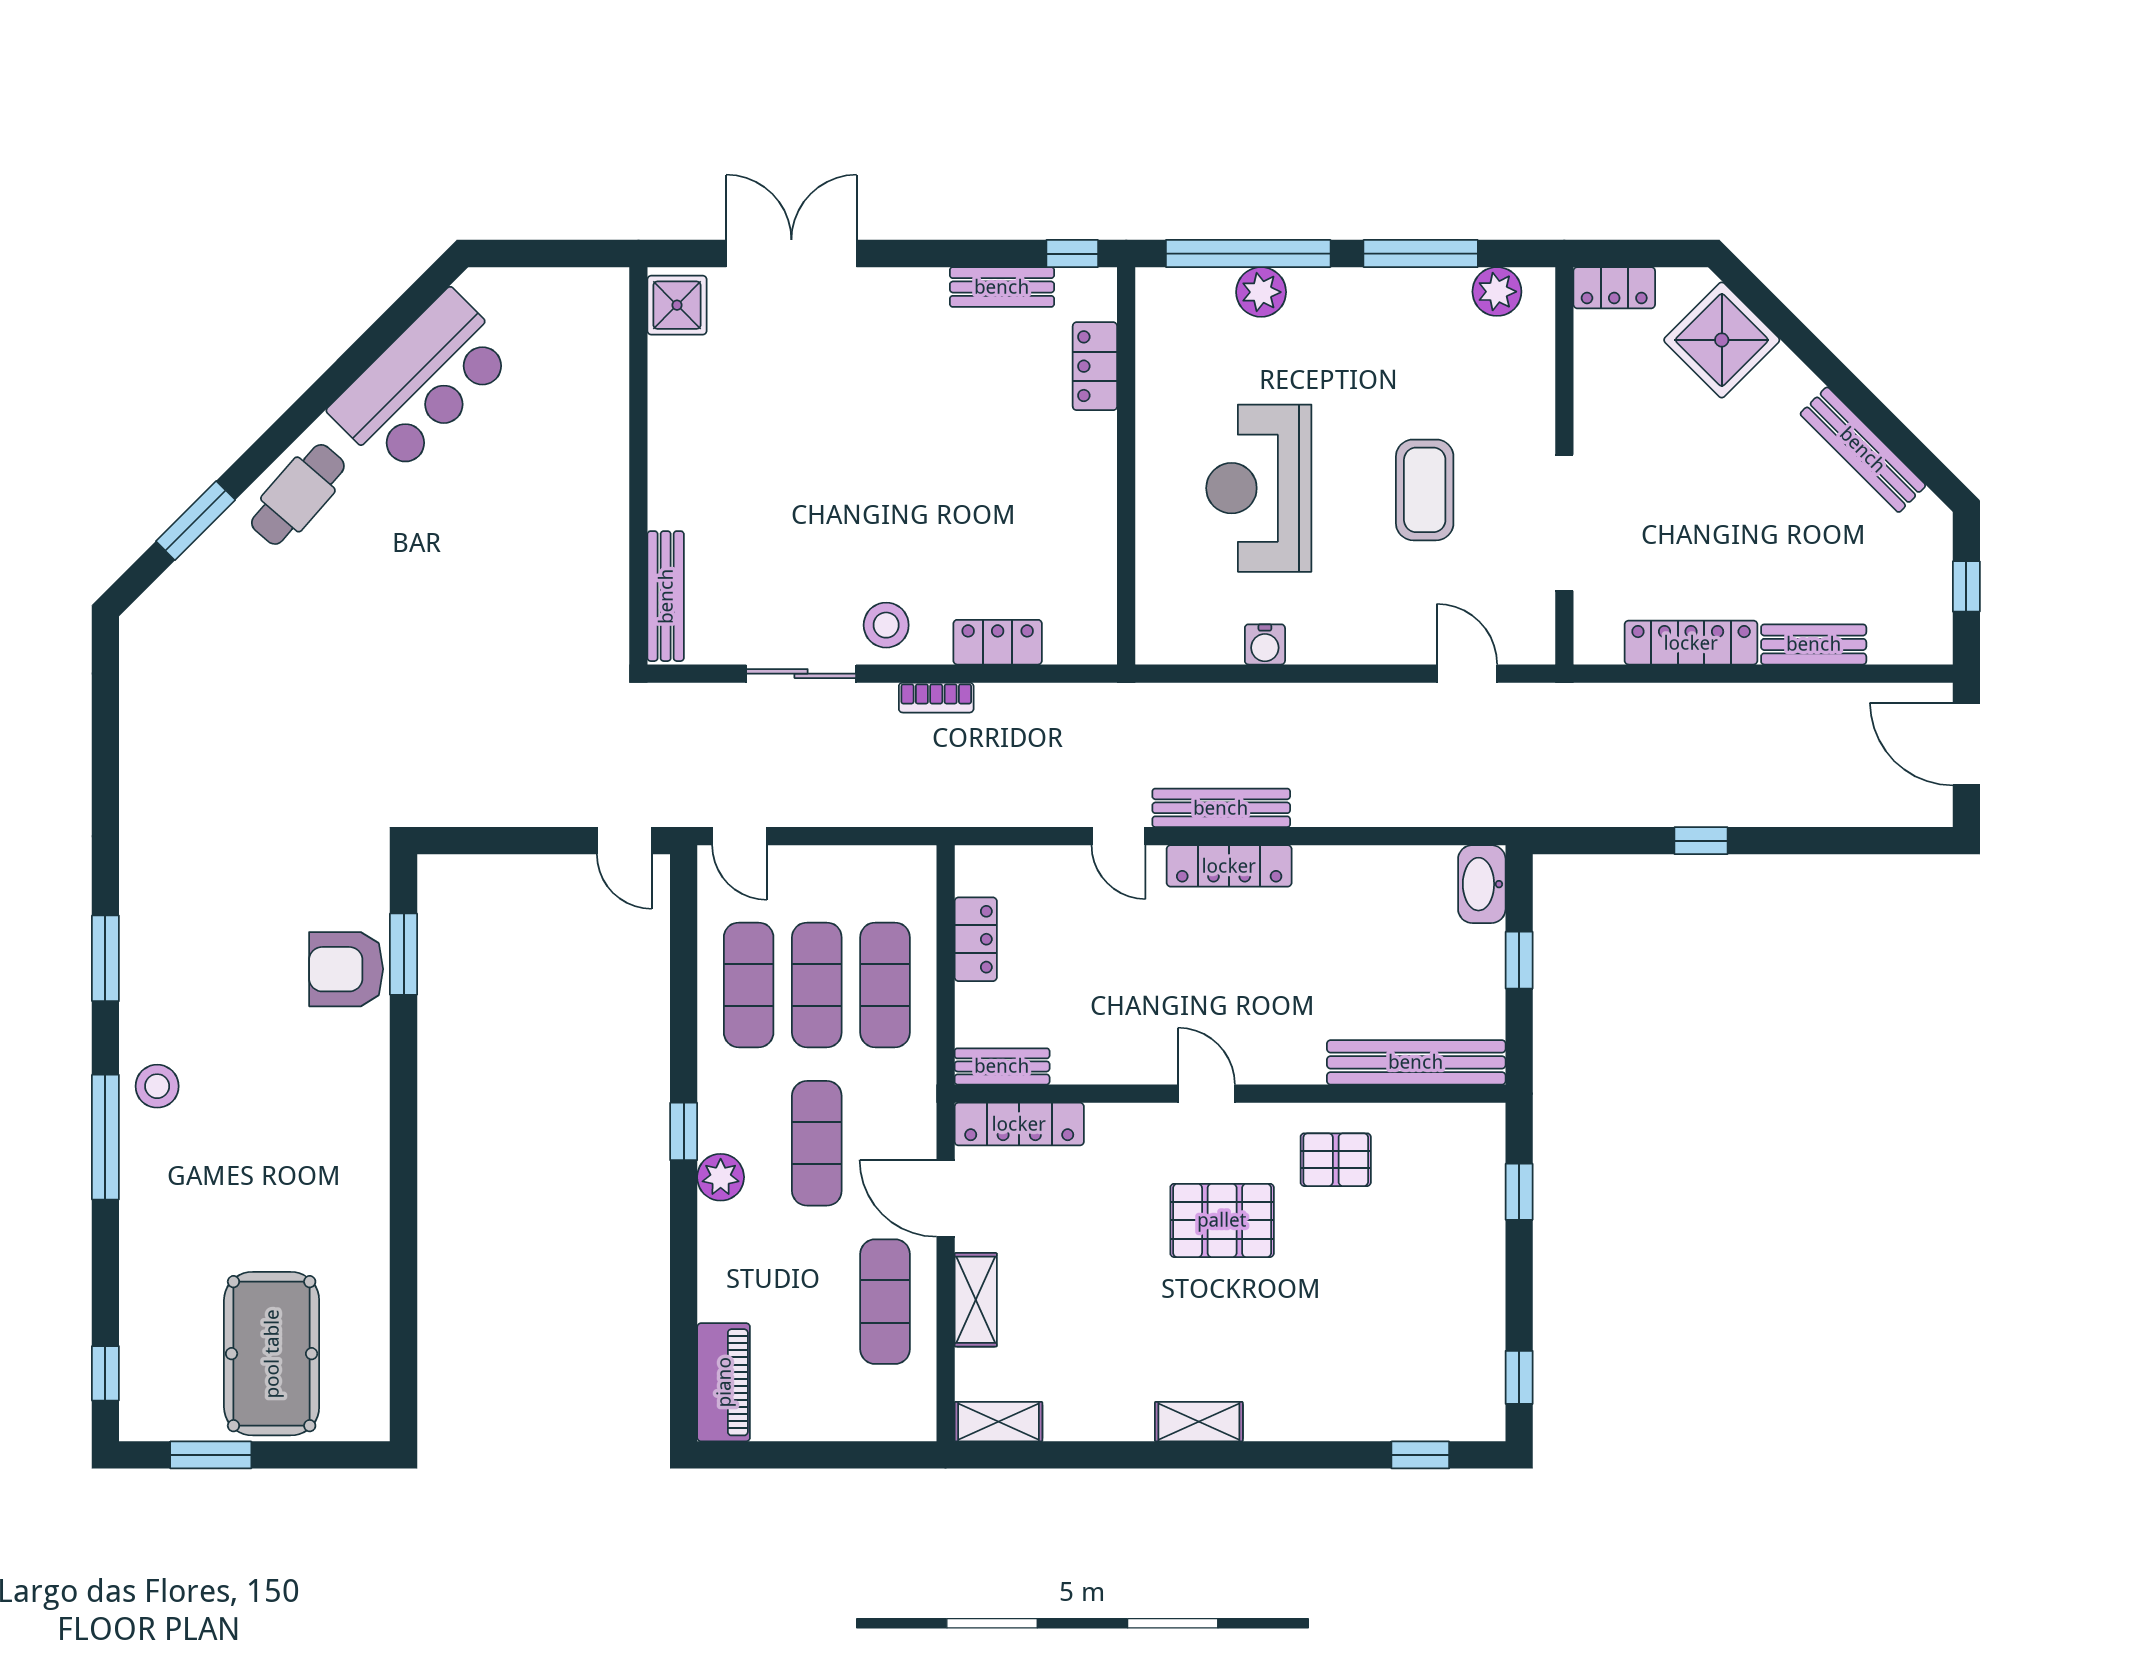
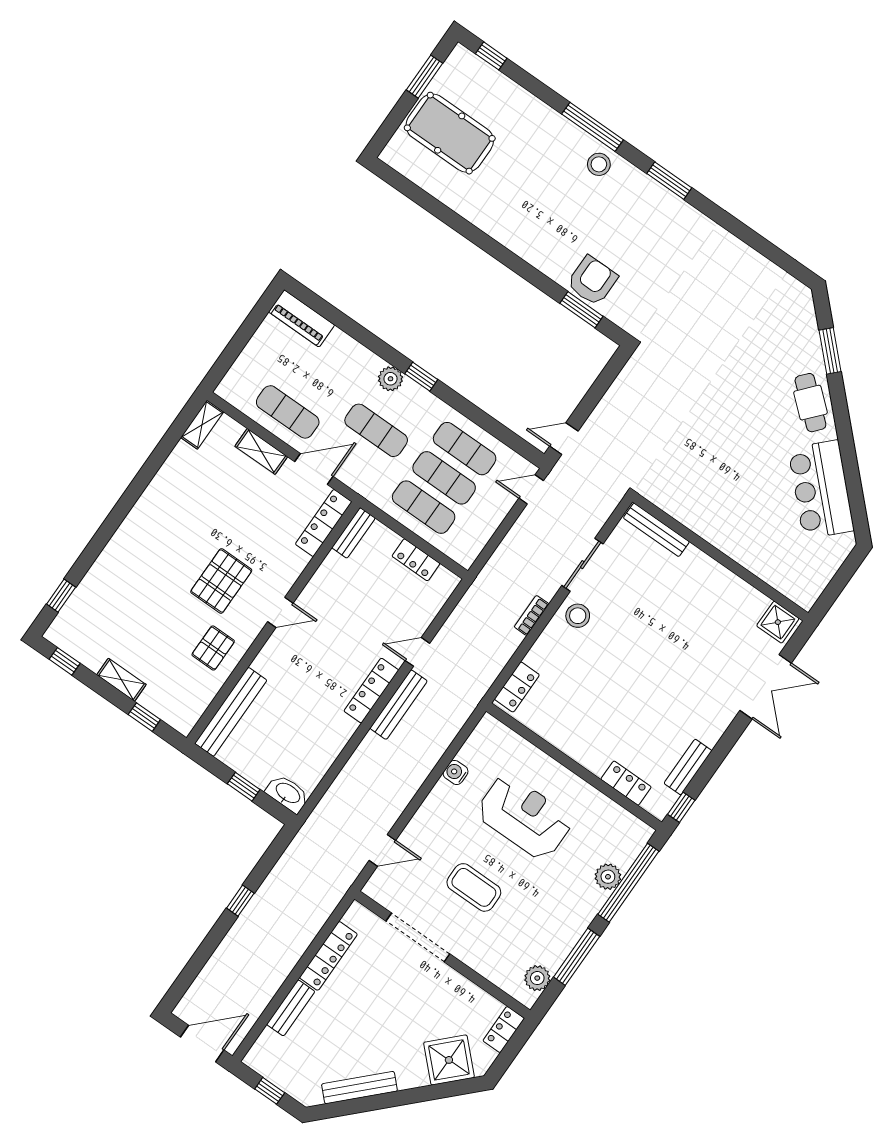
locker: (998, 642) -> (517, 687), moved
shelving: (1199, 1422) -> (121, 680), moved, turned 90

